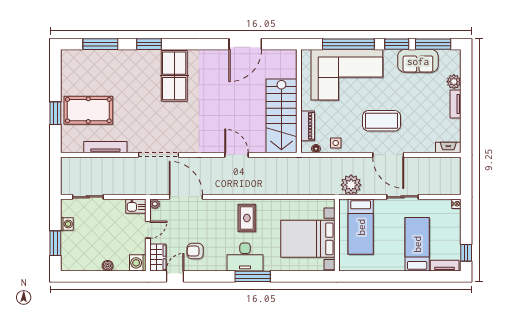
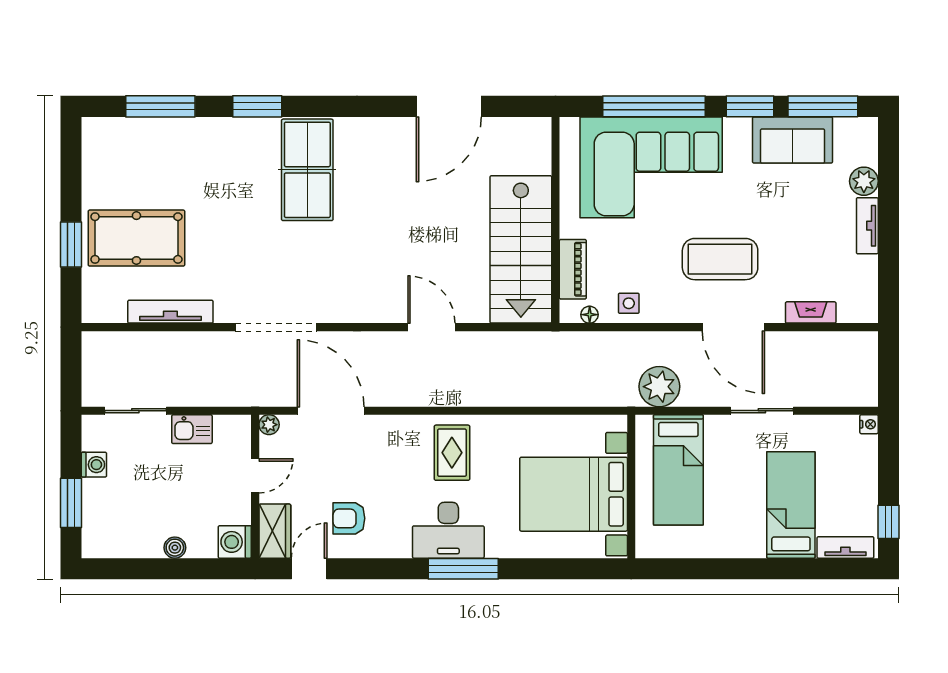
fireplace: (448, 148) -> (811, 312), moved
kitchen sink: (136, 206) -> (192, 429), moved

